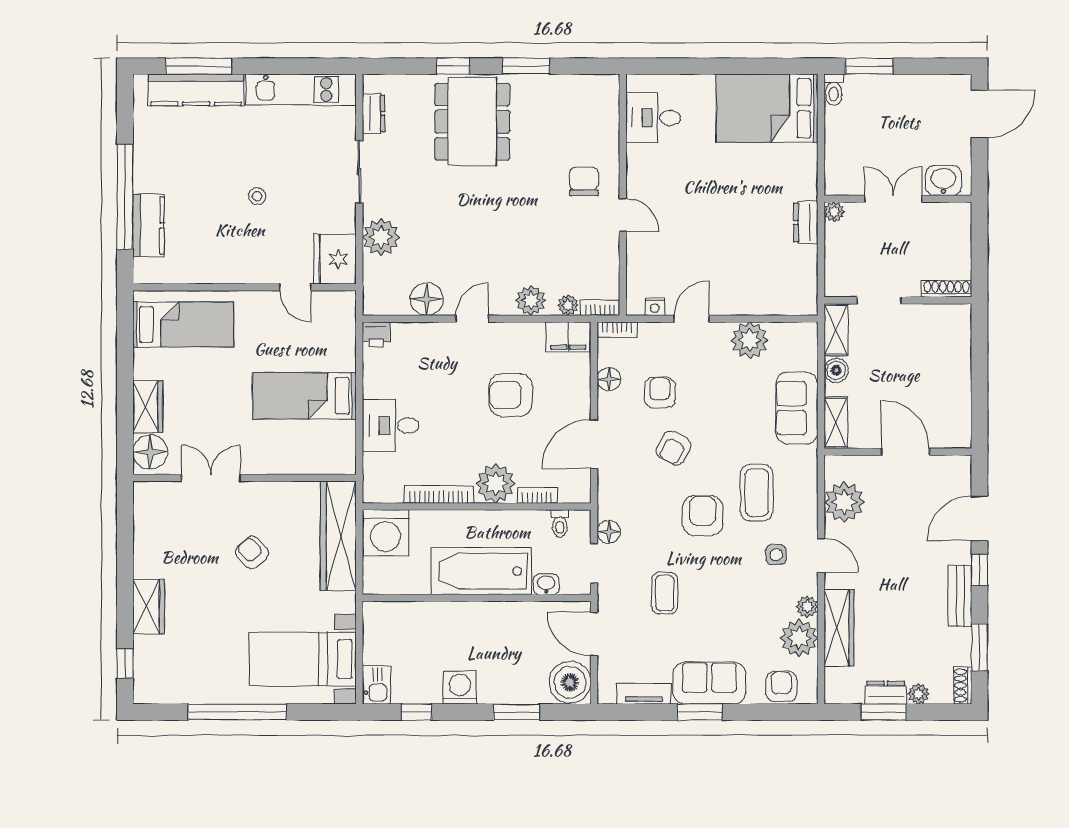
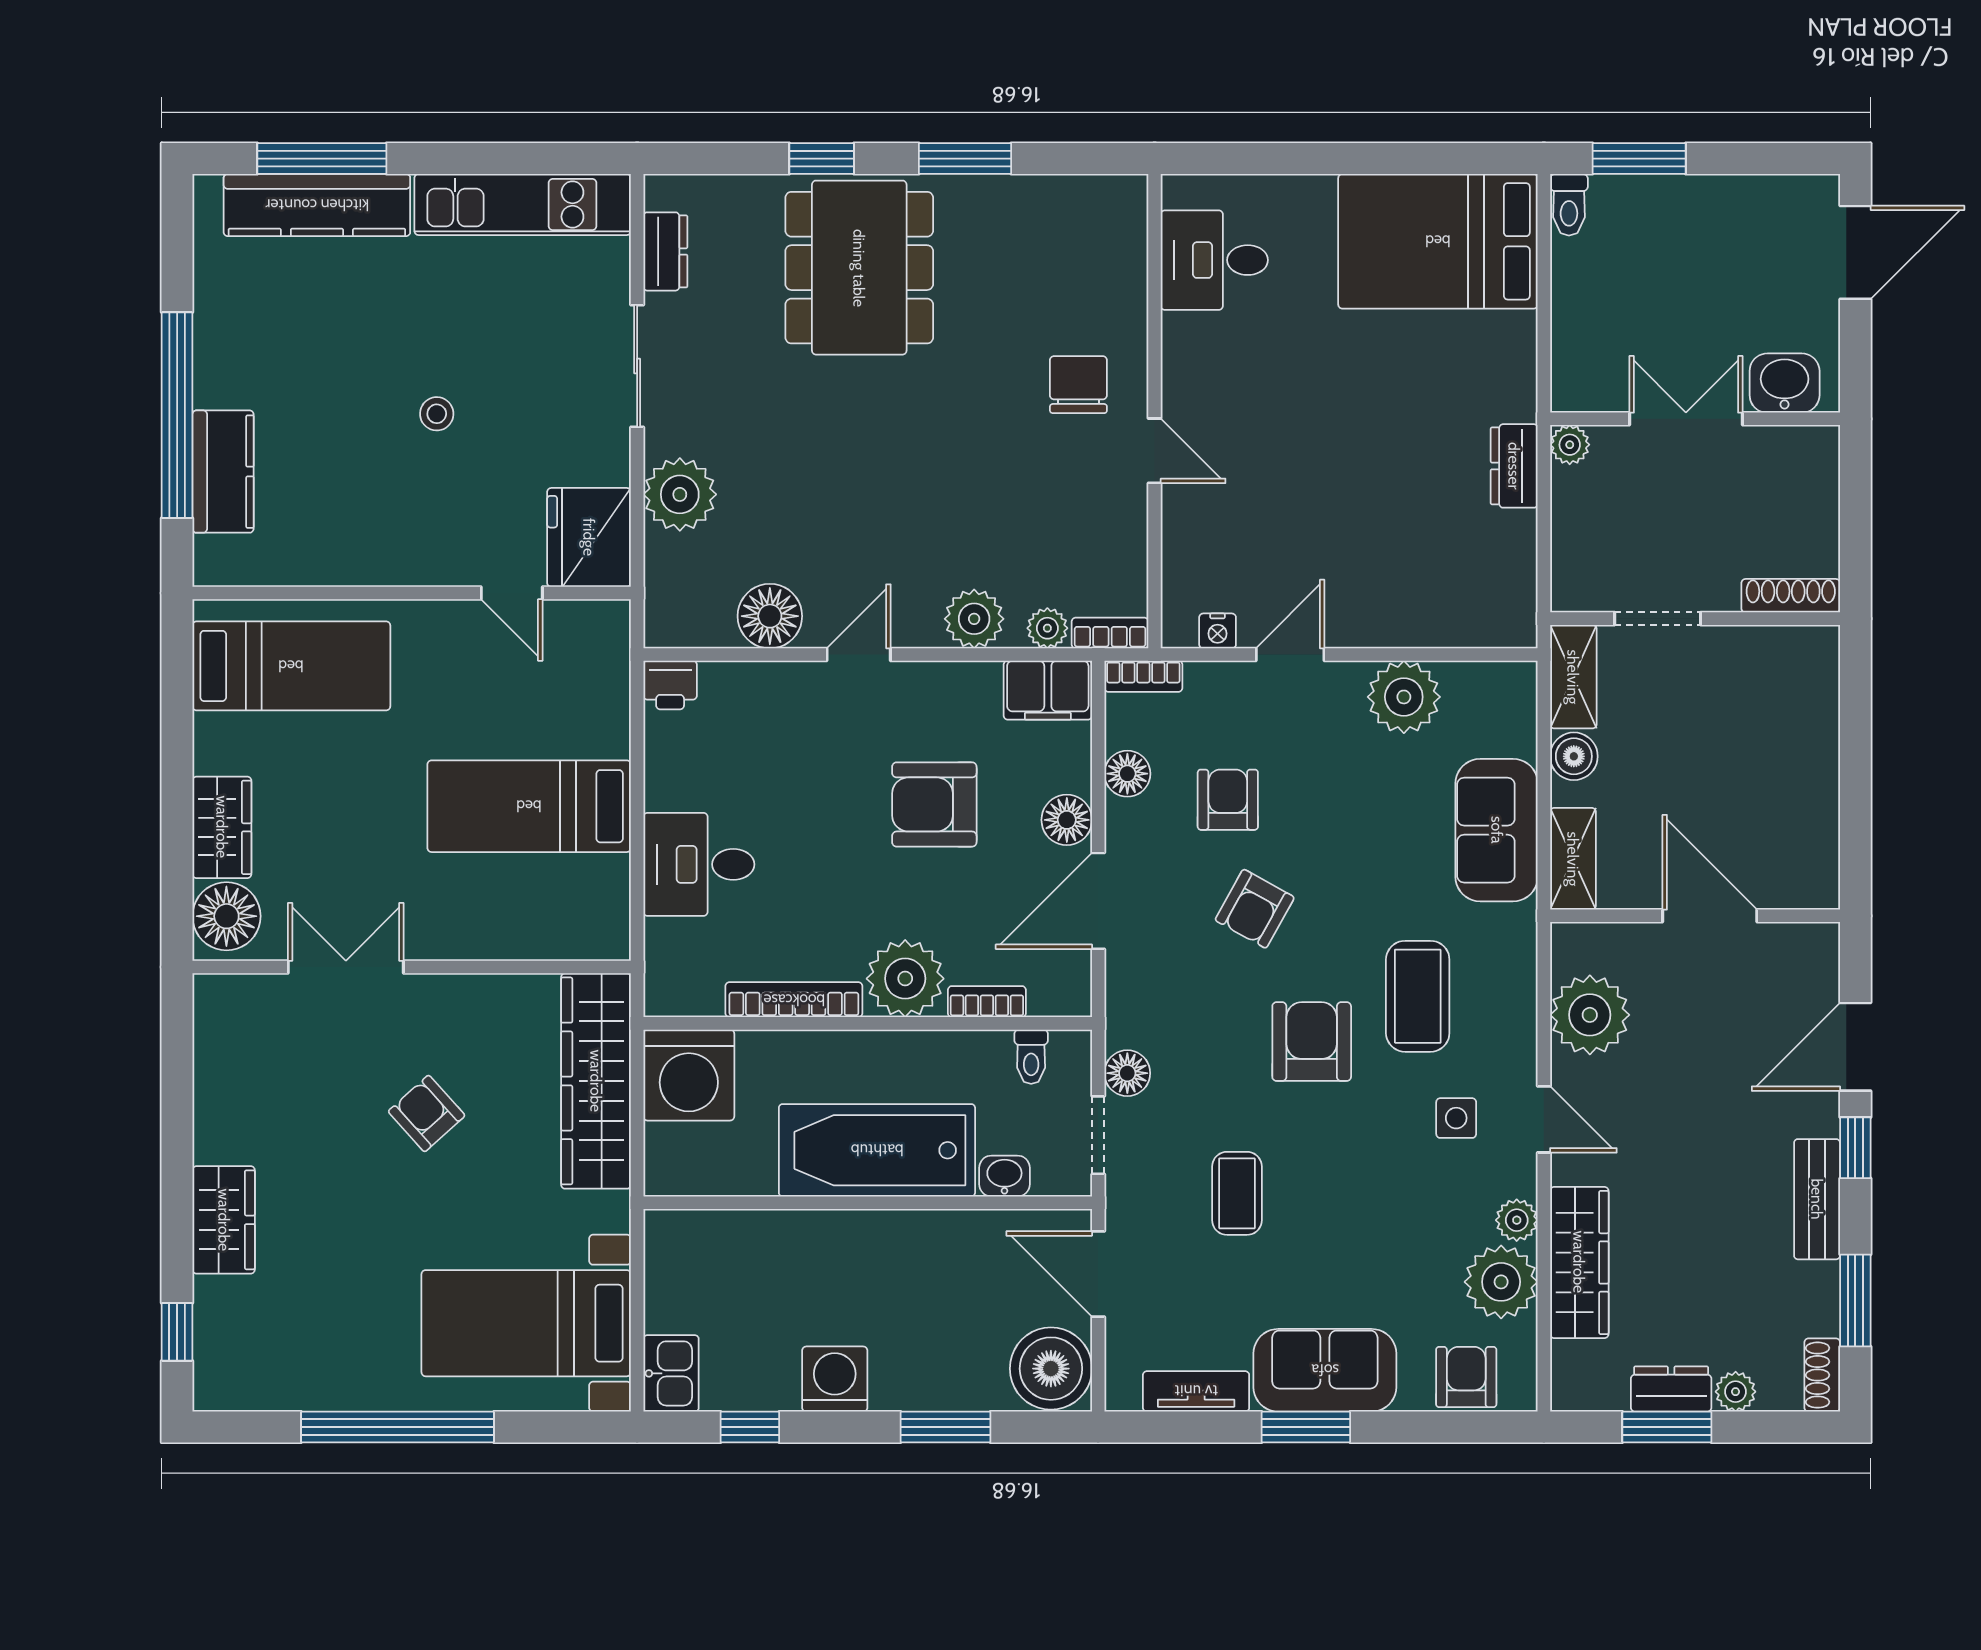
floor lamp: (578, 403) -> (1067, 820), added

